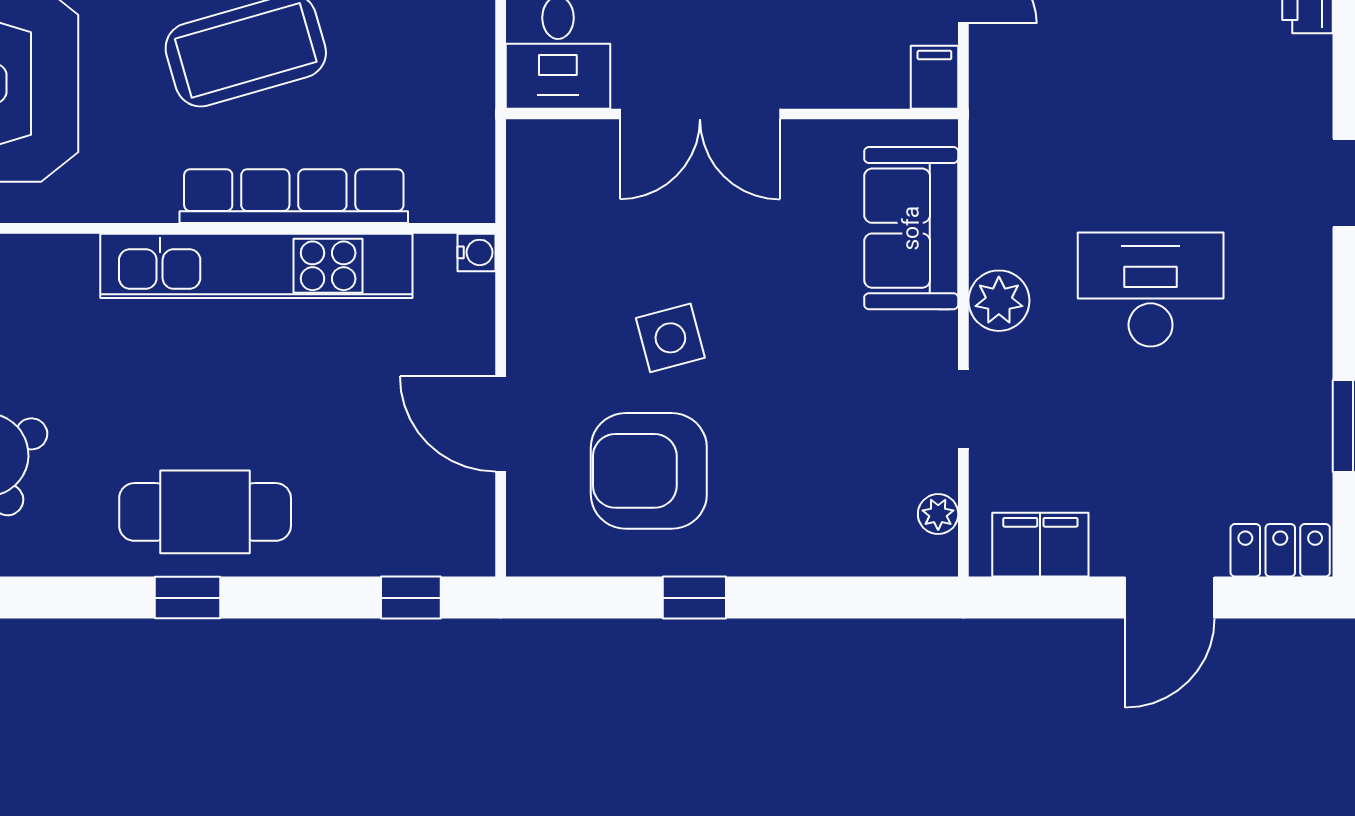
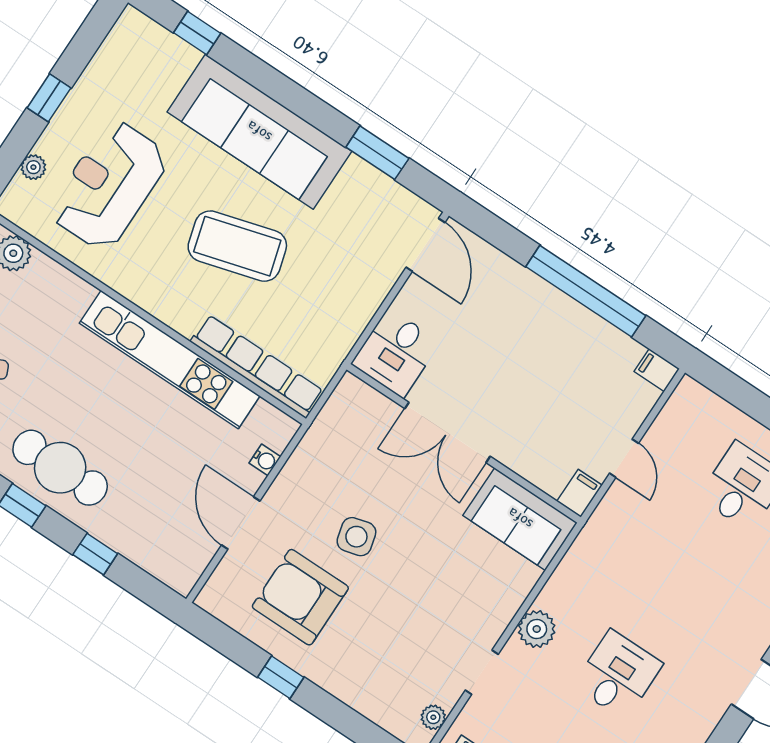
row of seats: (294, 196) -> (257, 366), moved
sofa: (911, 228) -> (520, 519), moved, turned -90
water cooler: (477, 252) -> (265, 460), moved
desk: (1151, 289) -> (618, 675), width x0.73
window: (411, 598) -> (95, 554), moved

